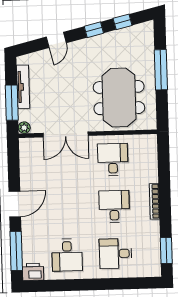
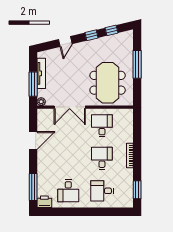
door: (15, 204) -> (33, 140), moved

